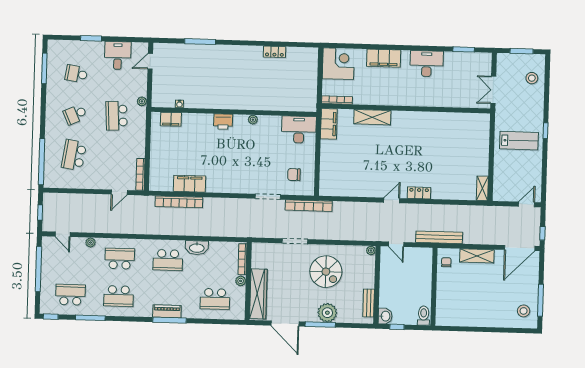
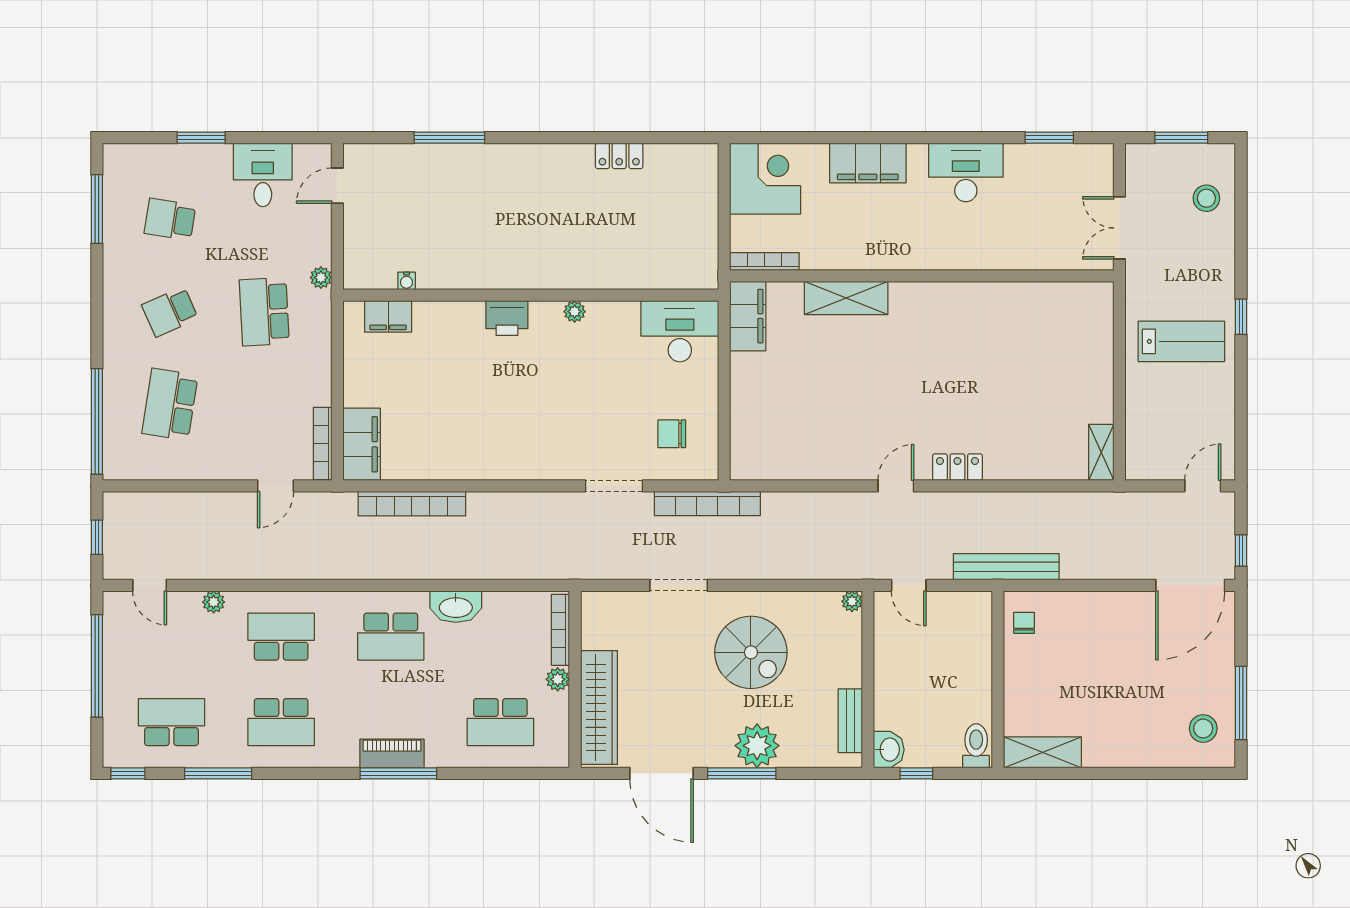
filing cabinet: (190, 184) -> (362, 444), moved, turned 90
shelving: (477, 256) -> (1043, 752), moved

